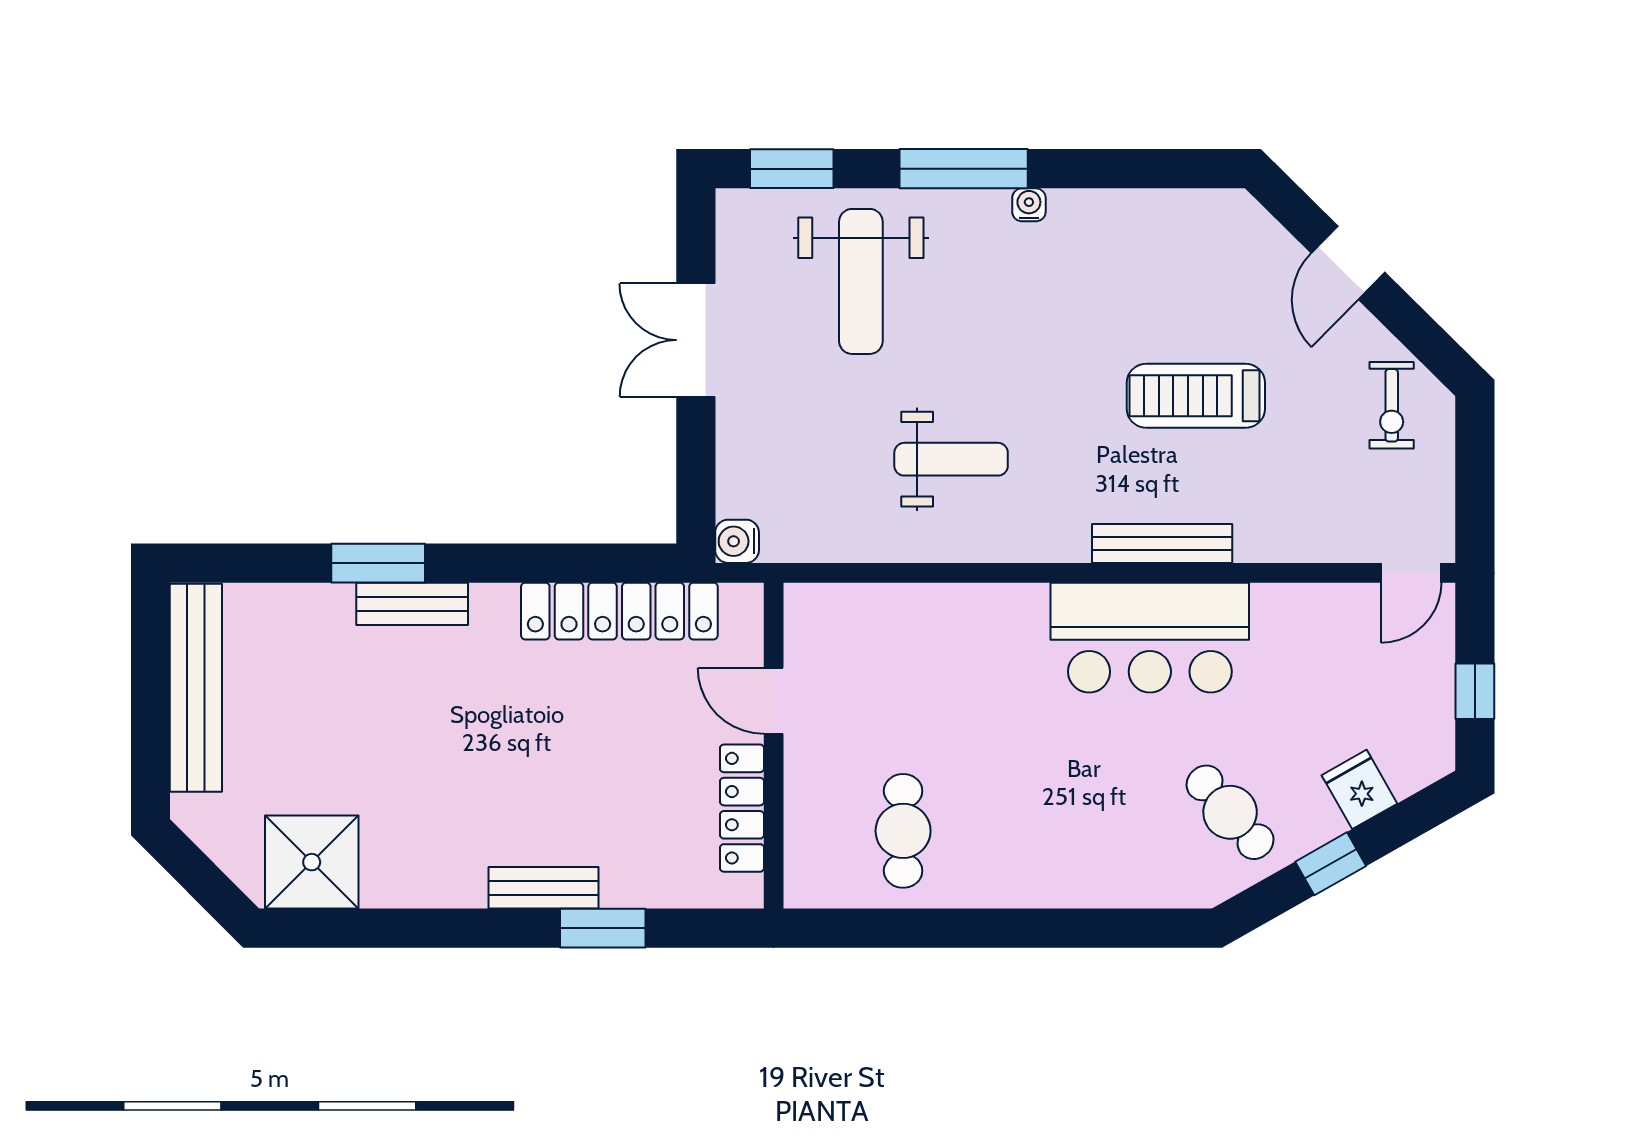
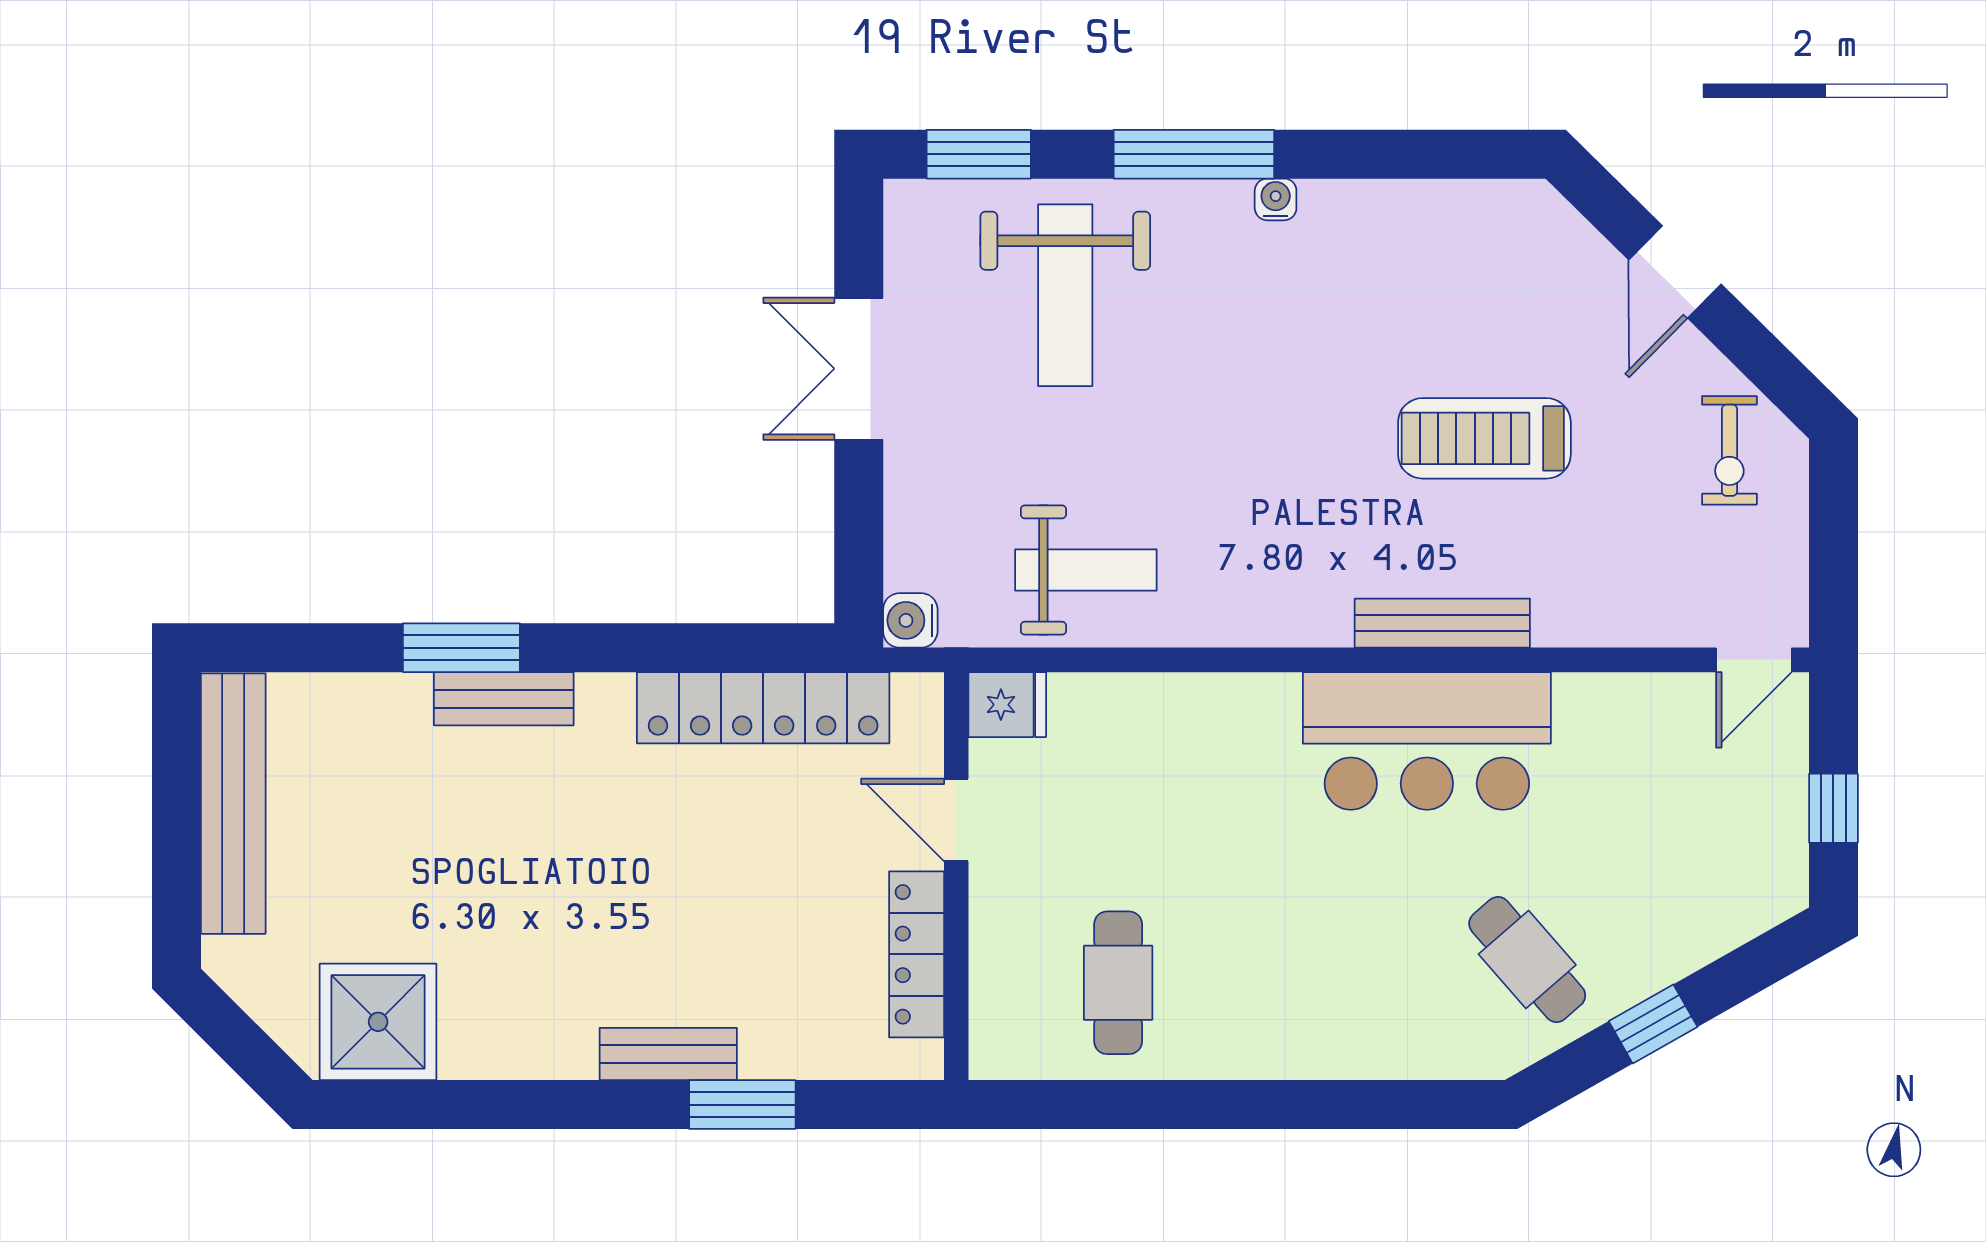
weight bench: (951, 459) -> (1086, 570), moved
fridge: (1359, 789) -> (1007, 705), moved, turned 120

